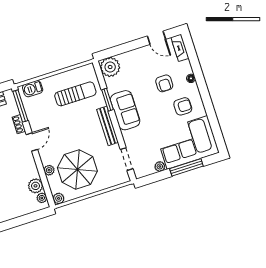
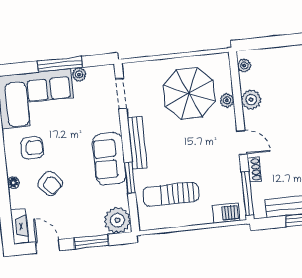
window: (126, 48) -> (91, 242), added
armchair: (164, 83) -> (50, 184), turned 138
armchair: (183, 106) -> (32, 148), turned 180
door: (32, 142) -> (242, 143), swing flipped
window: (186, 167) -> (60, 64), moved
plant: (35, 186) -> (251, 100), moved
plant: (59, 198) -> (222, 60), removed

